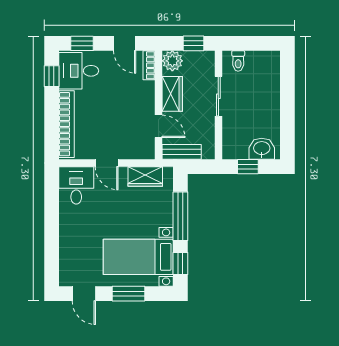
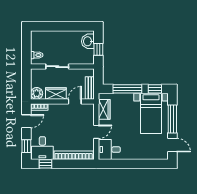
window: (193, 43) -> (26, 81), removed
door: (84, 294) -> (172, 145), hinge flipped
window: (129, 294) -> (172, 119), width x1.44

